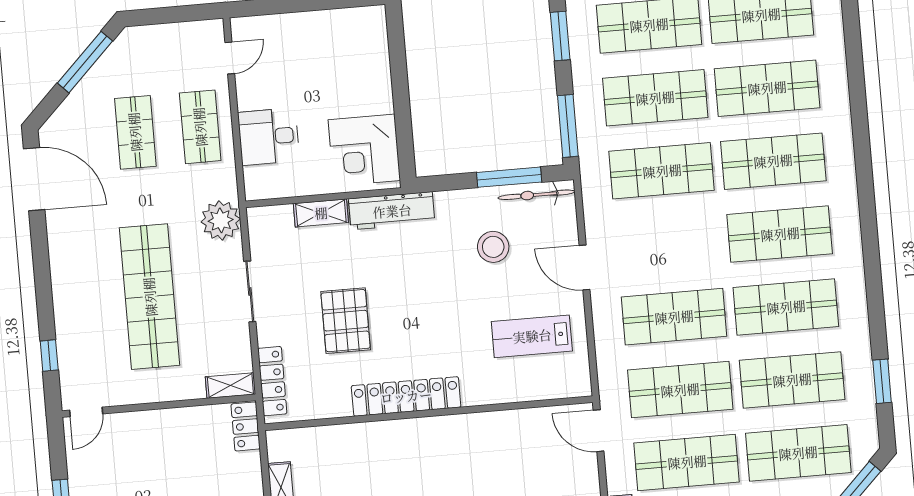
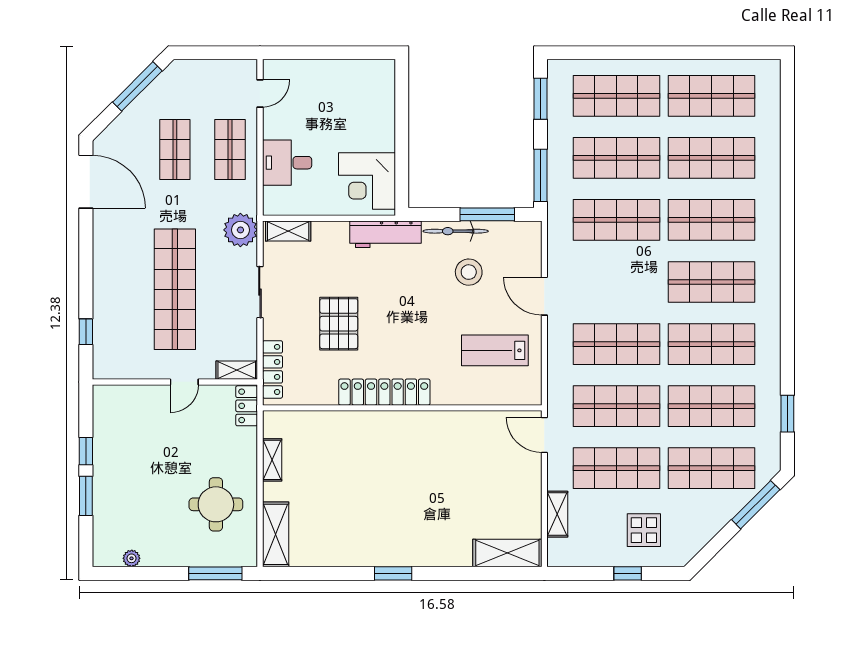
bicycle: (536, 195) -> (456, 231), moved
shelving: (321, 213) -> (288, 231), moved
door: (86, 412) -> (184, 382), moved

